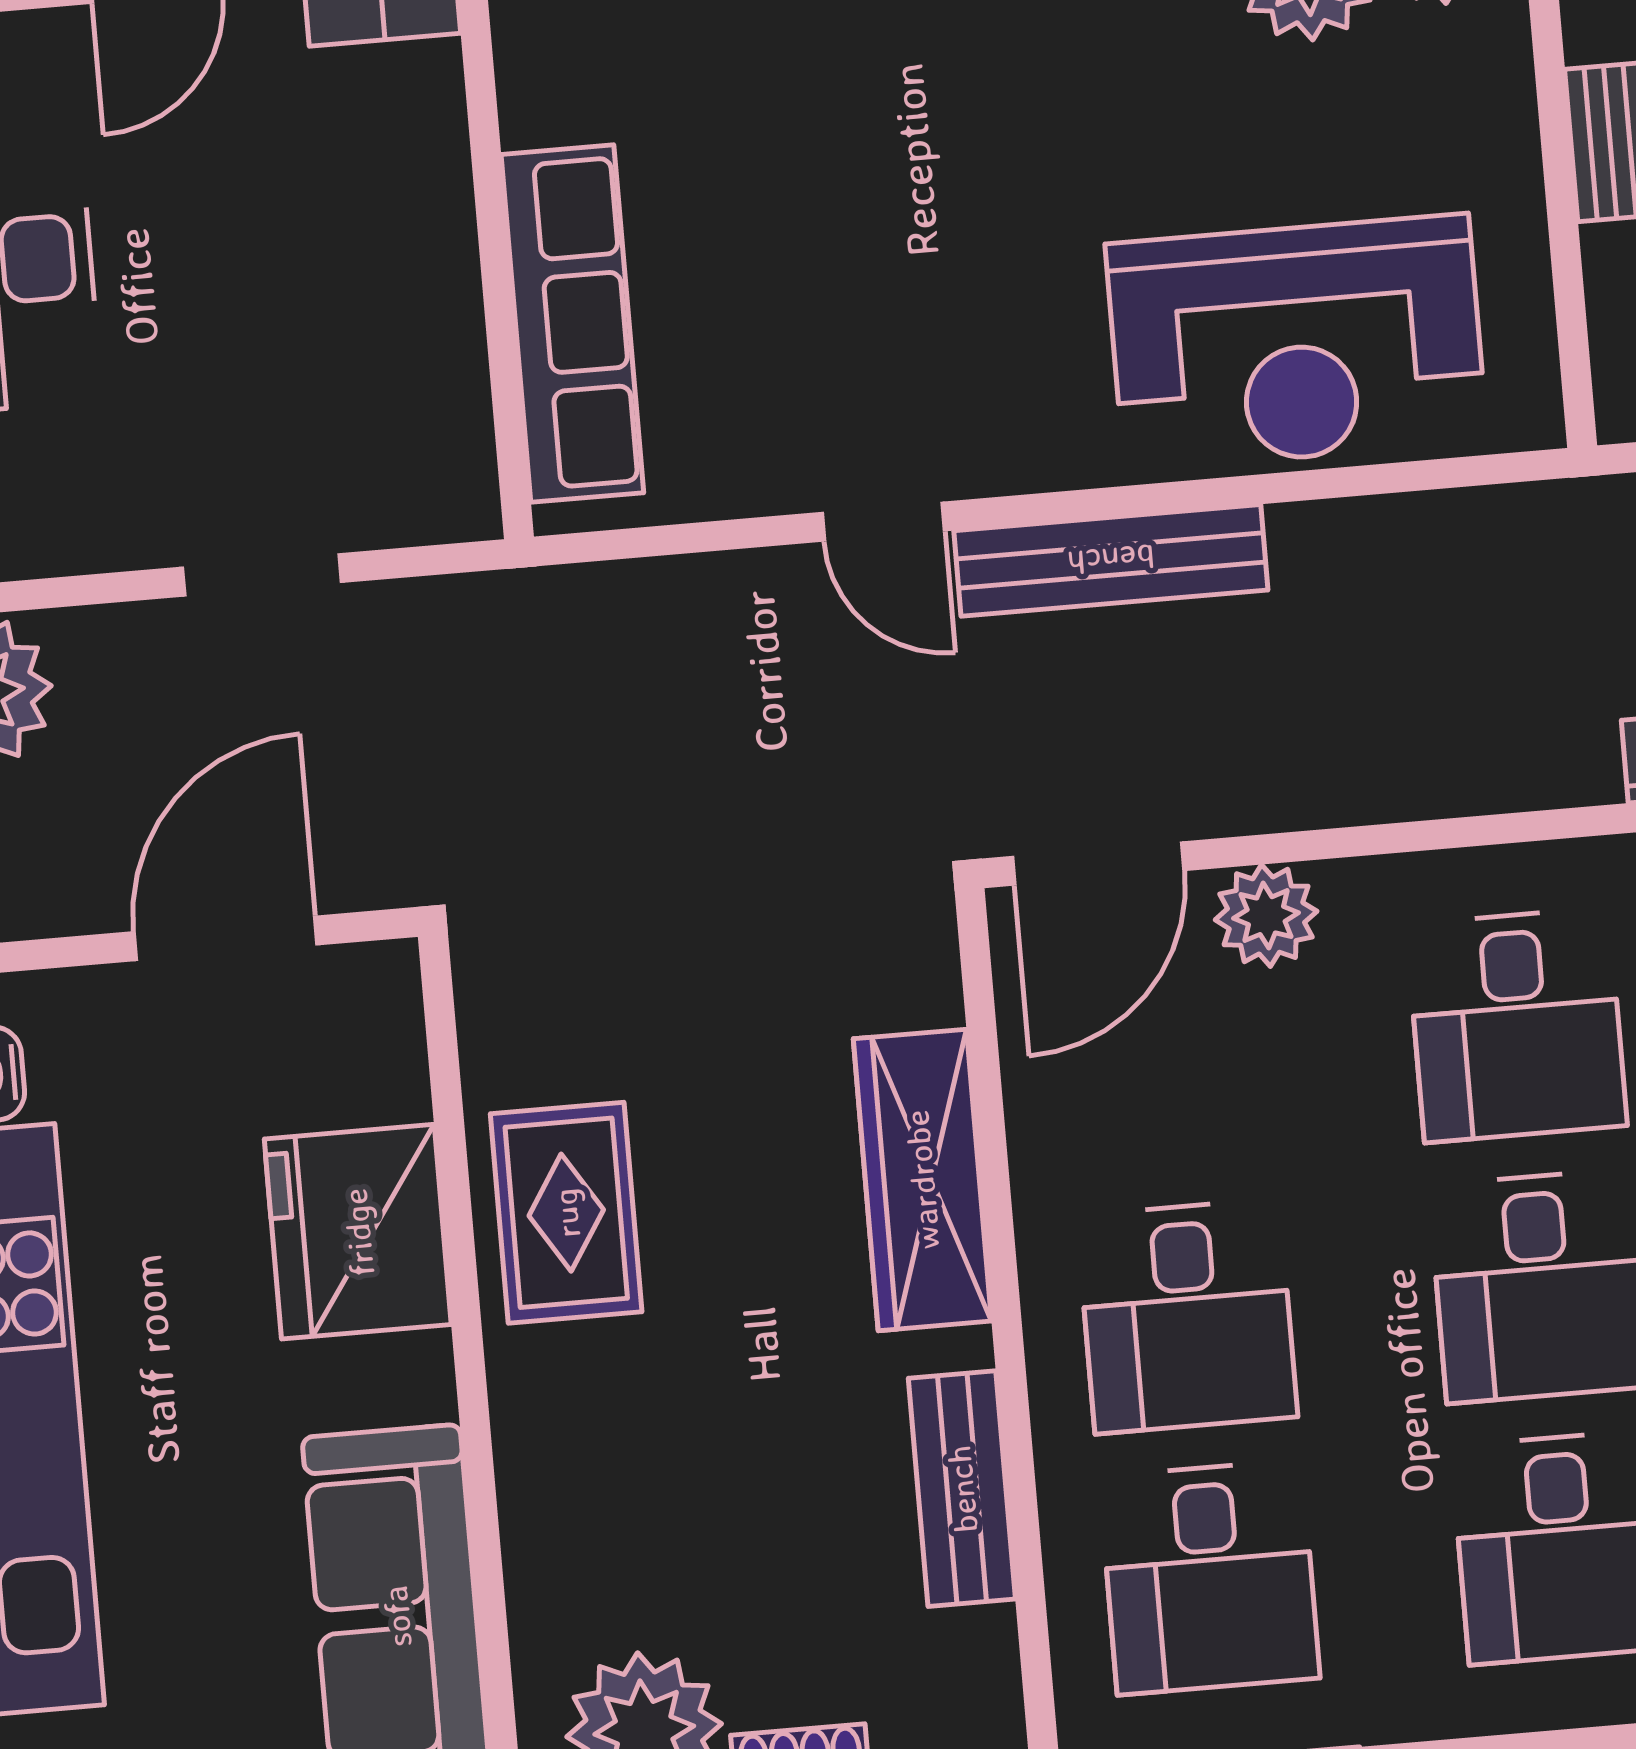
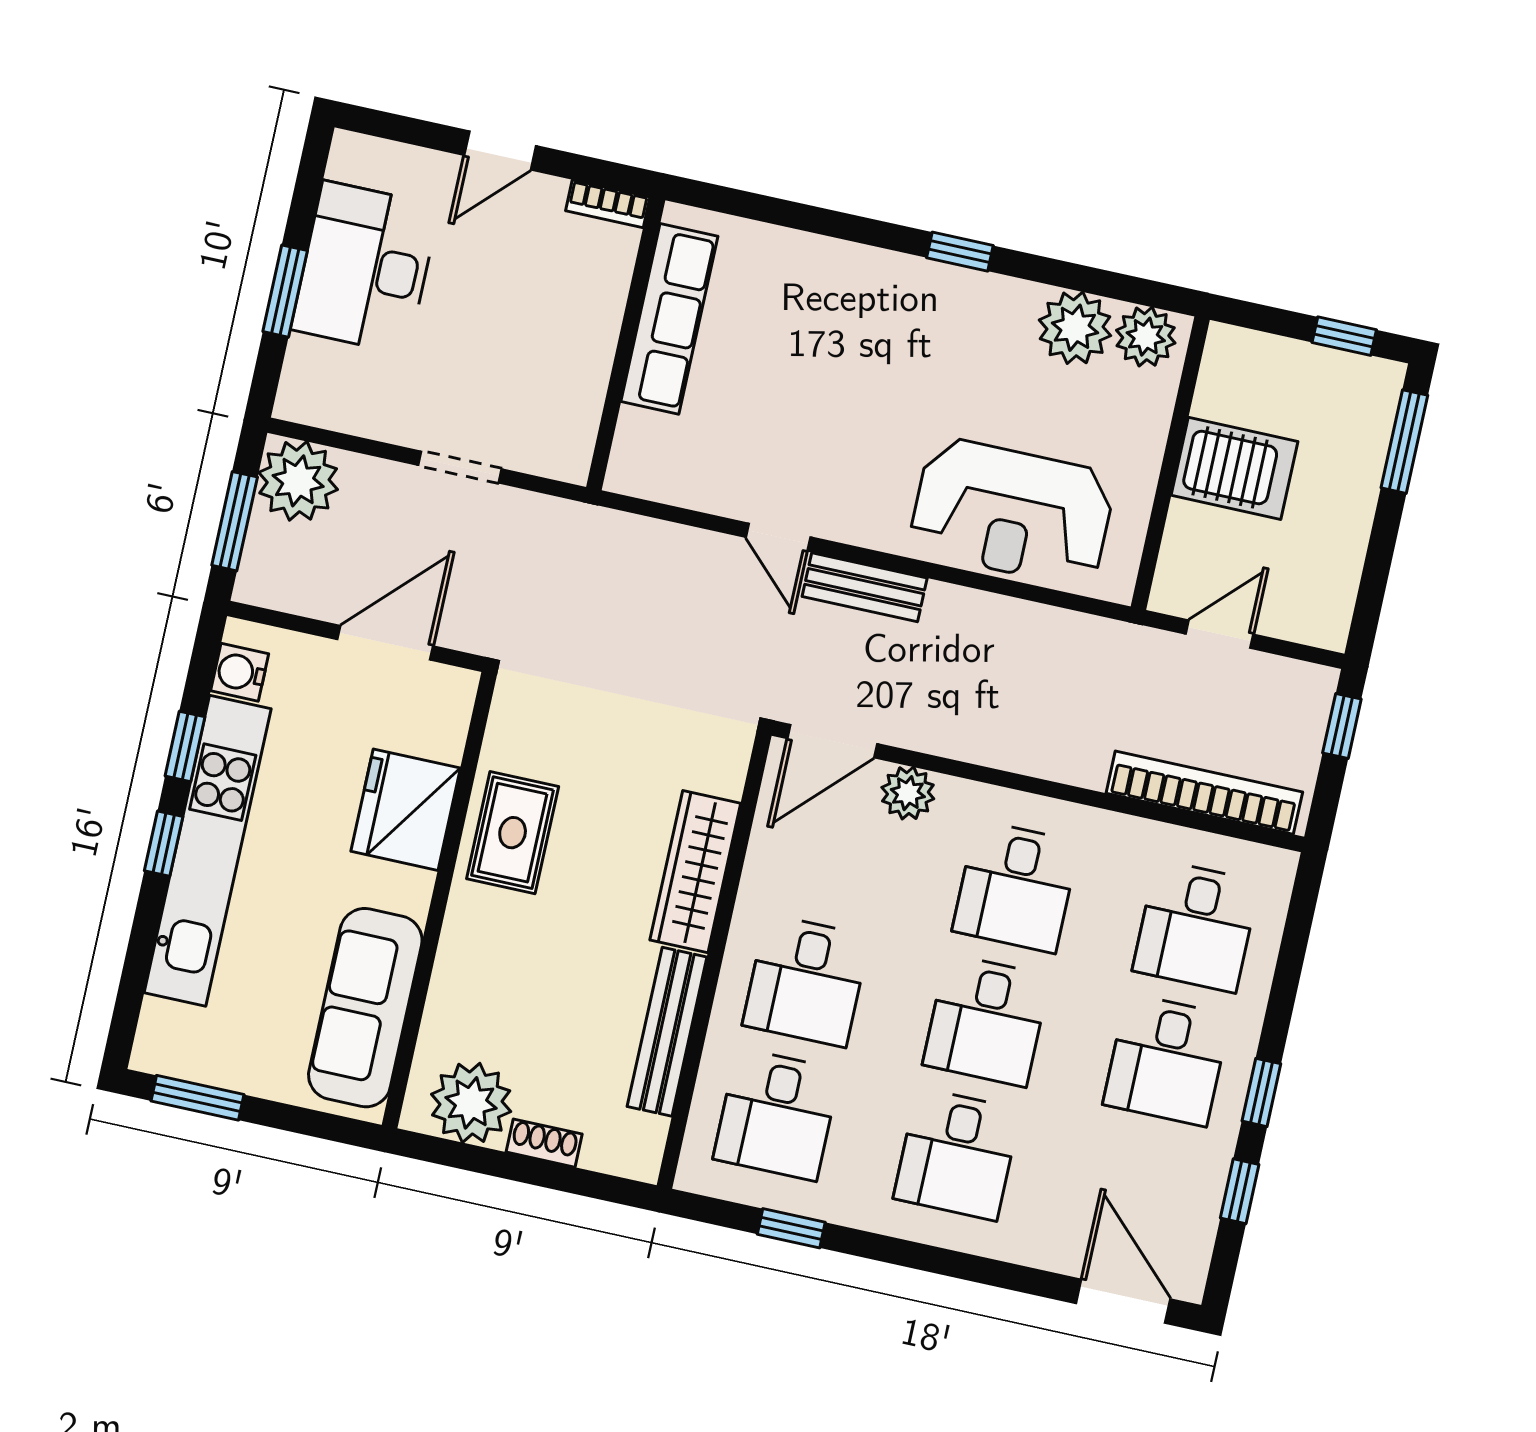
row of seats: (572, 324) -> (669, 319), moved
bench: (1111, 560) -> (865, 587), width x0.73
bench: (962, 1489) -> (667, 1032), width x1.36

